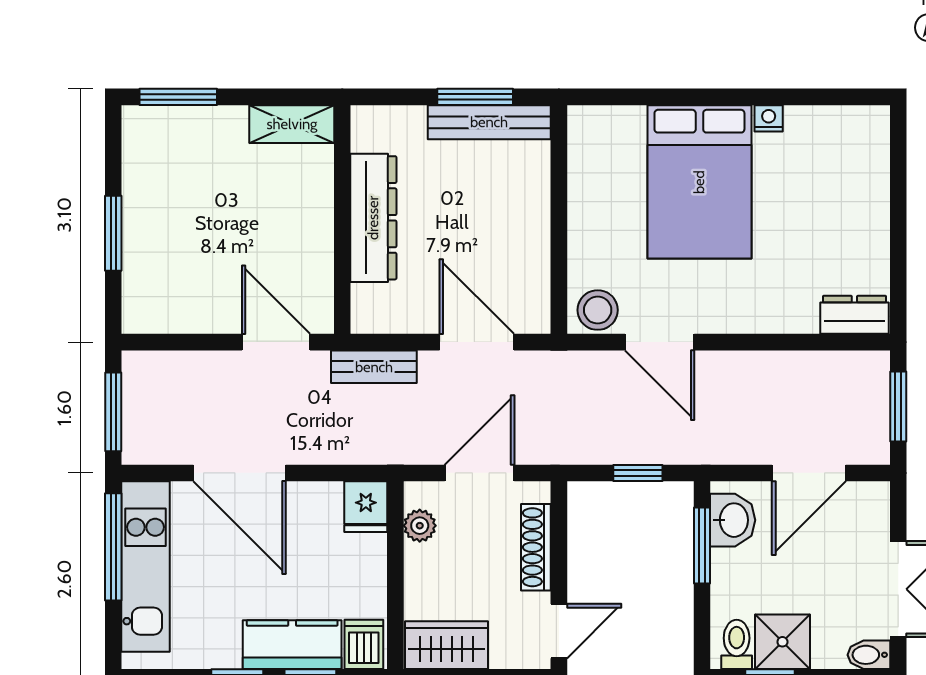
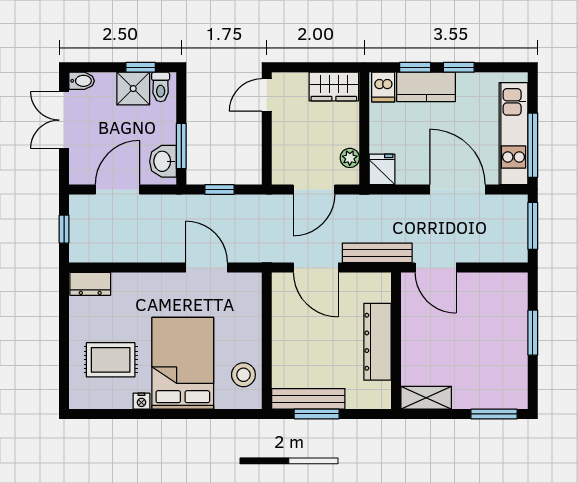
rug: (820, 188) -> (111, 360), added
stool: (598, 310) -> (243, 375), moved
bench: (374, 367) -> (377, 253), width x1.36
window: (898, 406) -> (64, 229), width x0.67
shoe rack: (536, 547) -> (280, 145), removed

